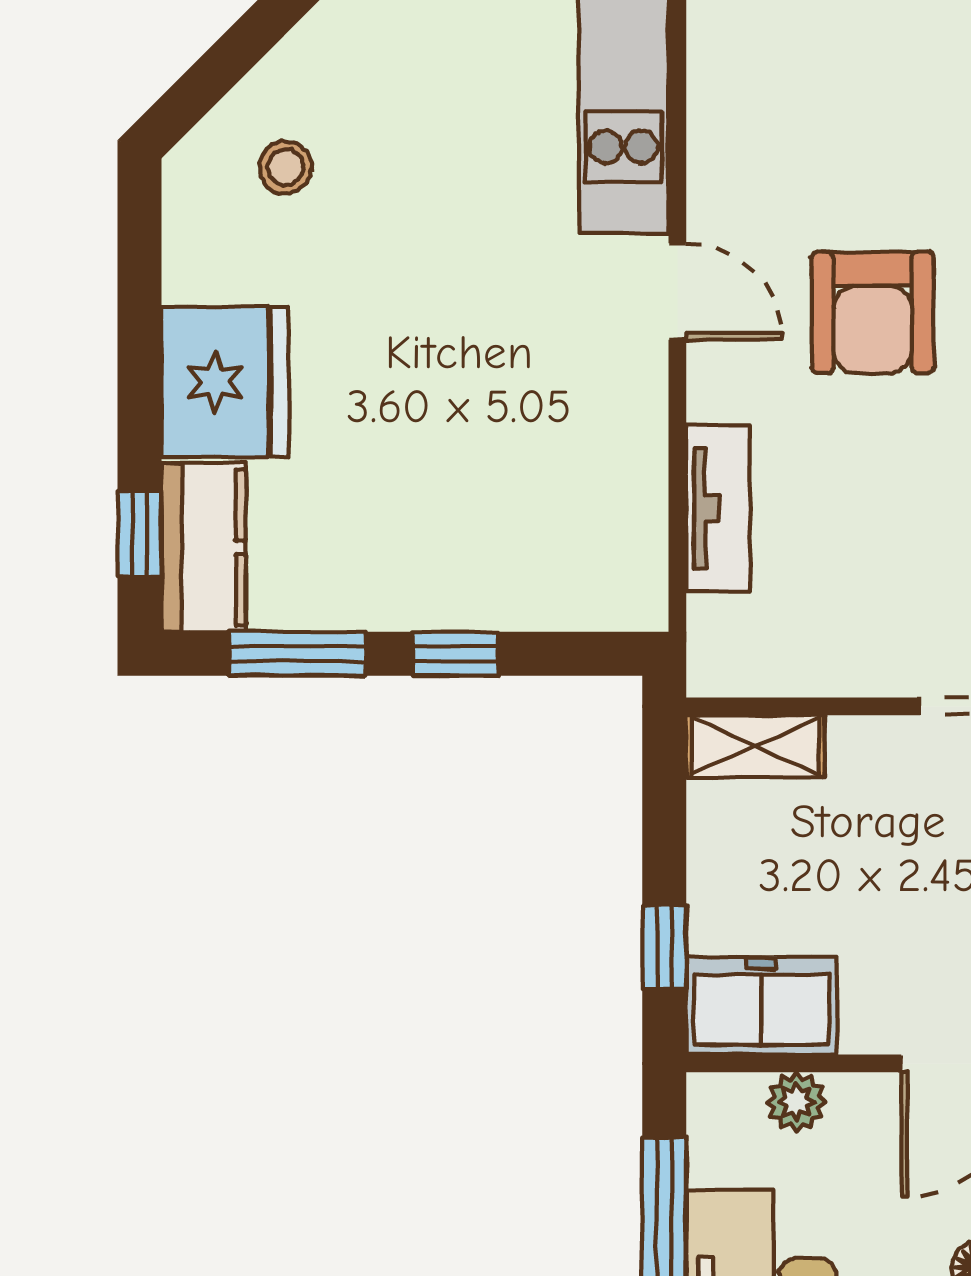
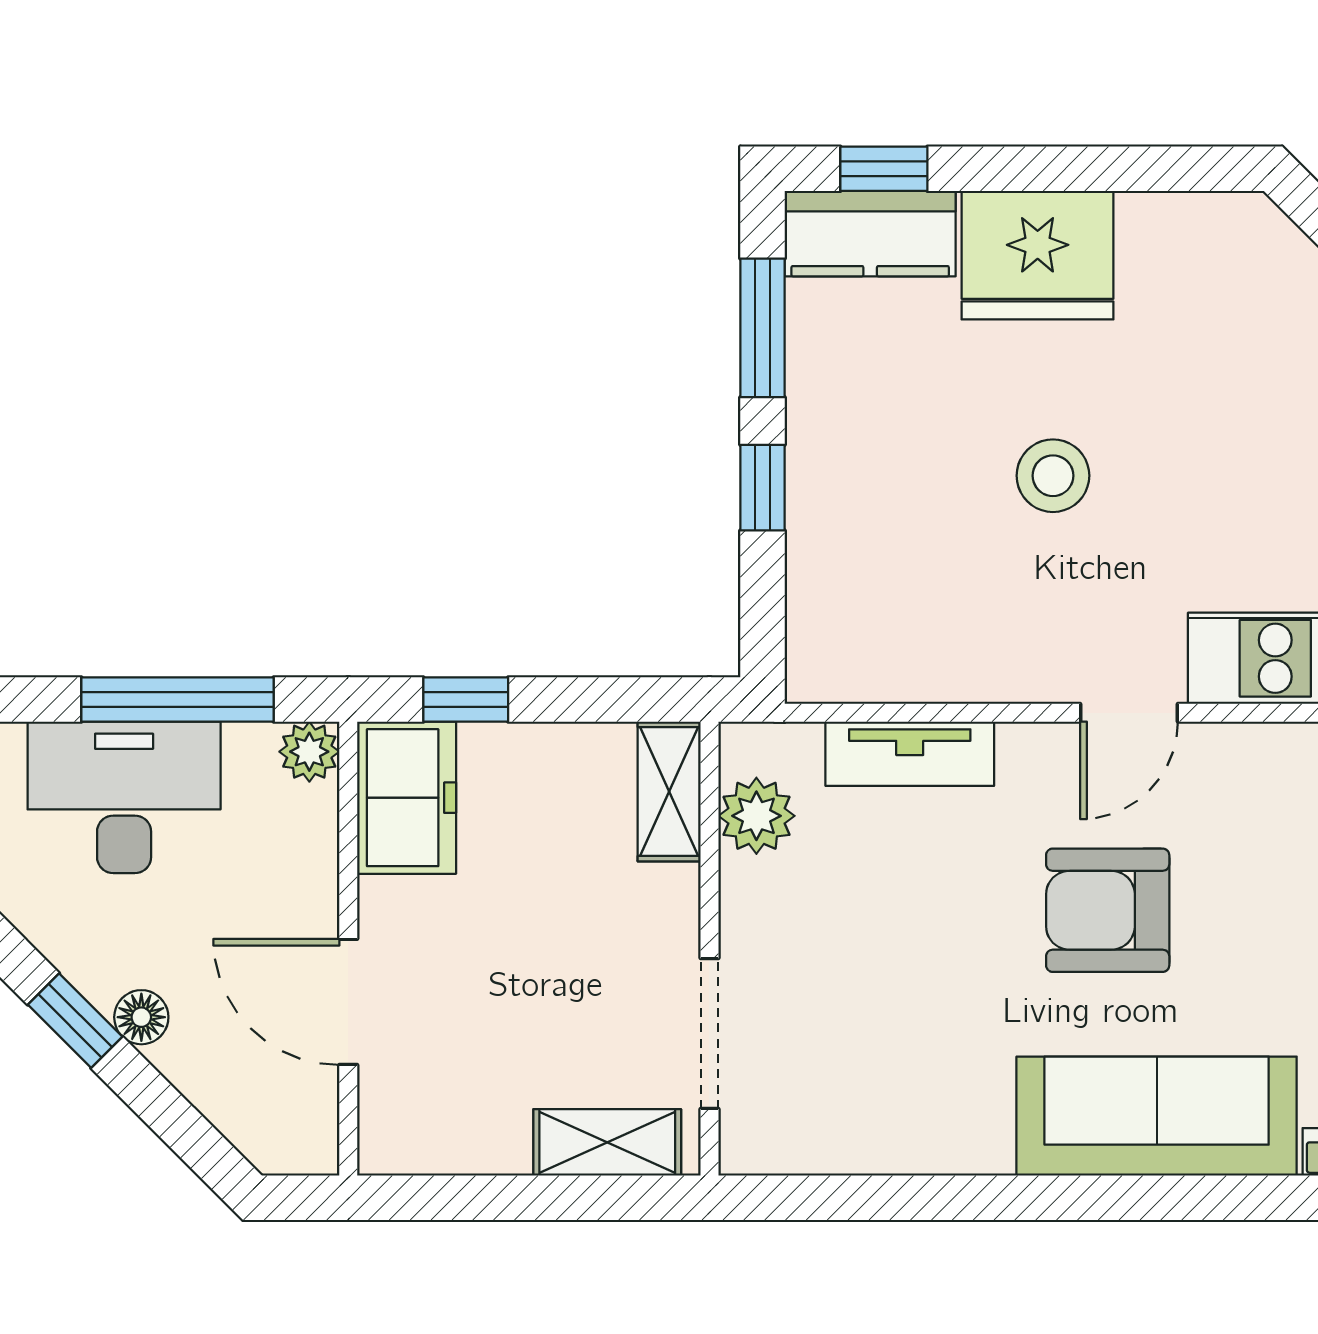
stool: (286, 167) -> (1053, 476), moved, width x1.37, depth x1.37
plant: (779, 660) -> (756, 816), added
plant: (796, 1102) -> (309, 752), moved

